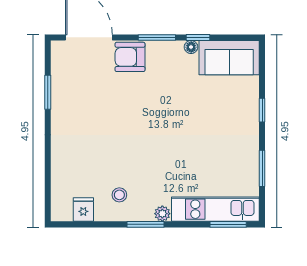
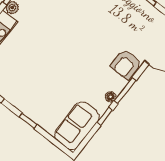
floor lamp: (191, 47) -> (111, 97), moved
armchair: (130, 57) -> (126, 64), turned 180

